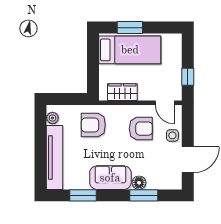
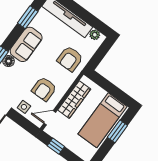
wardrobe: (122, 92) -> (74, 100), width x1.50
armchair: (93, 125) -> (70, 59), turned 180

